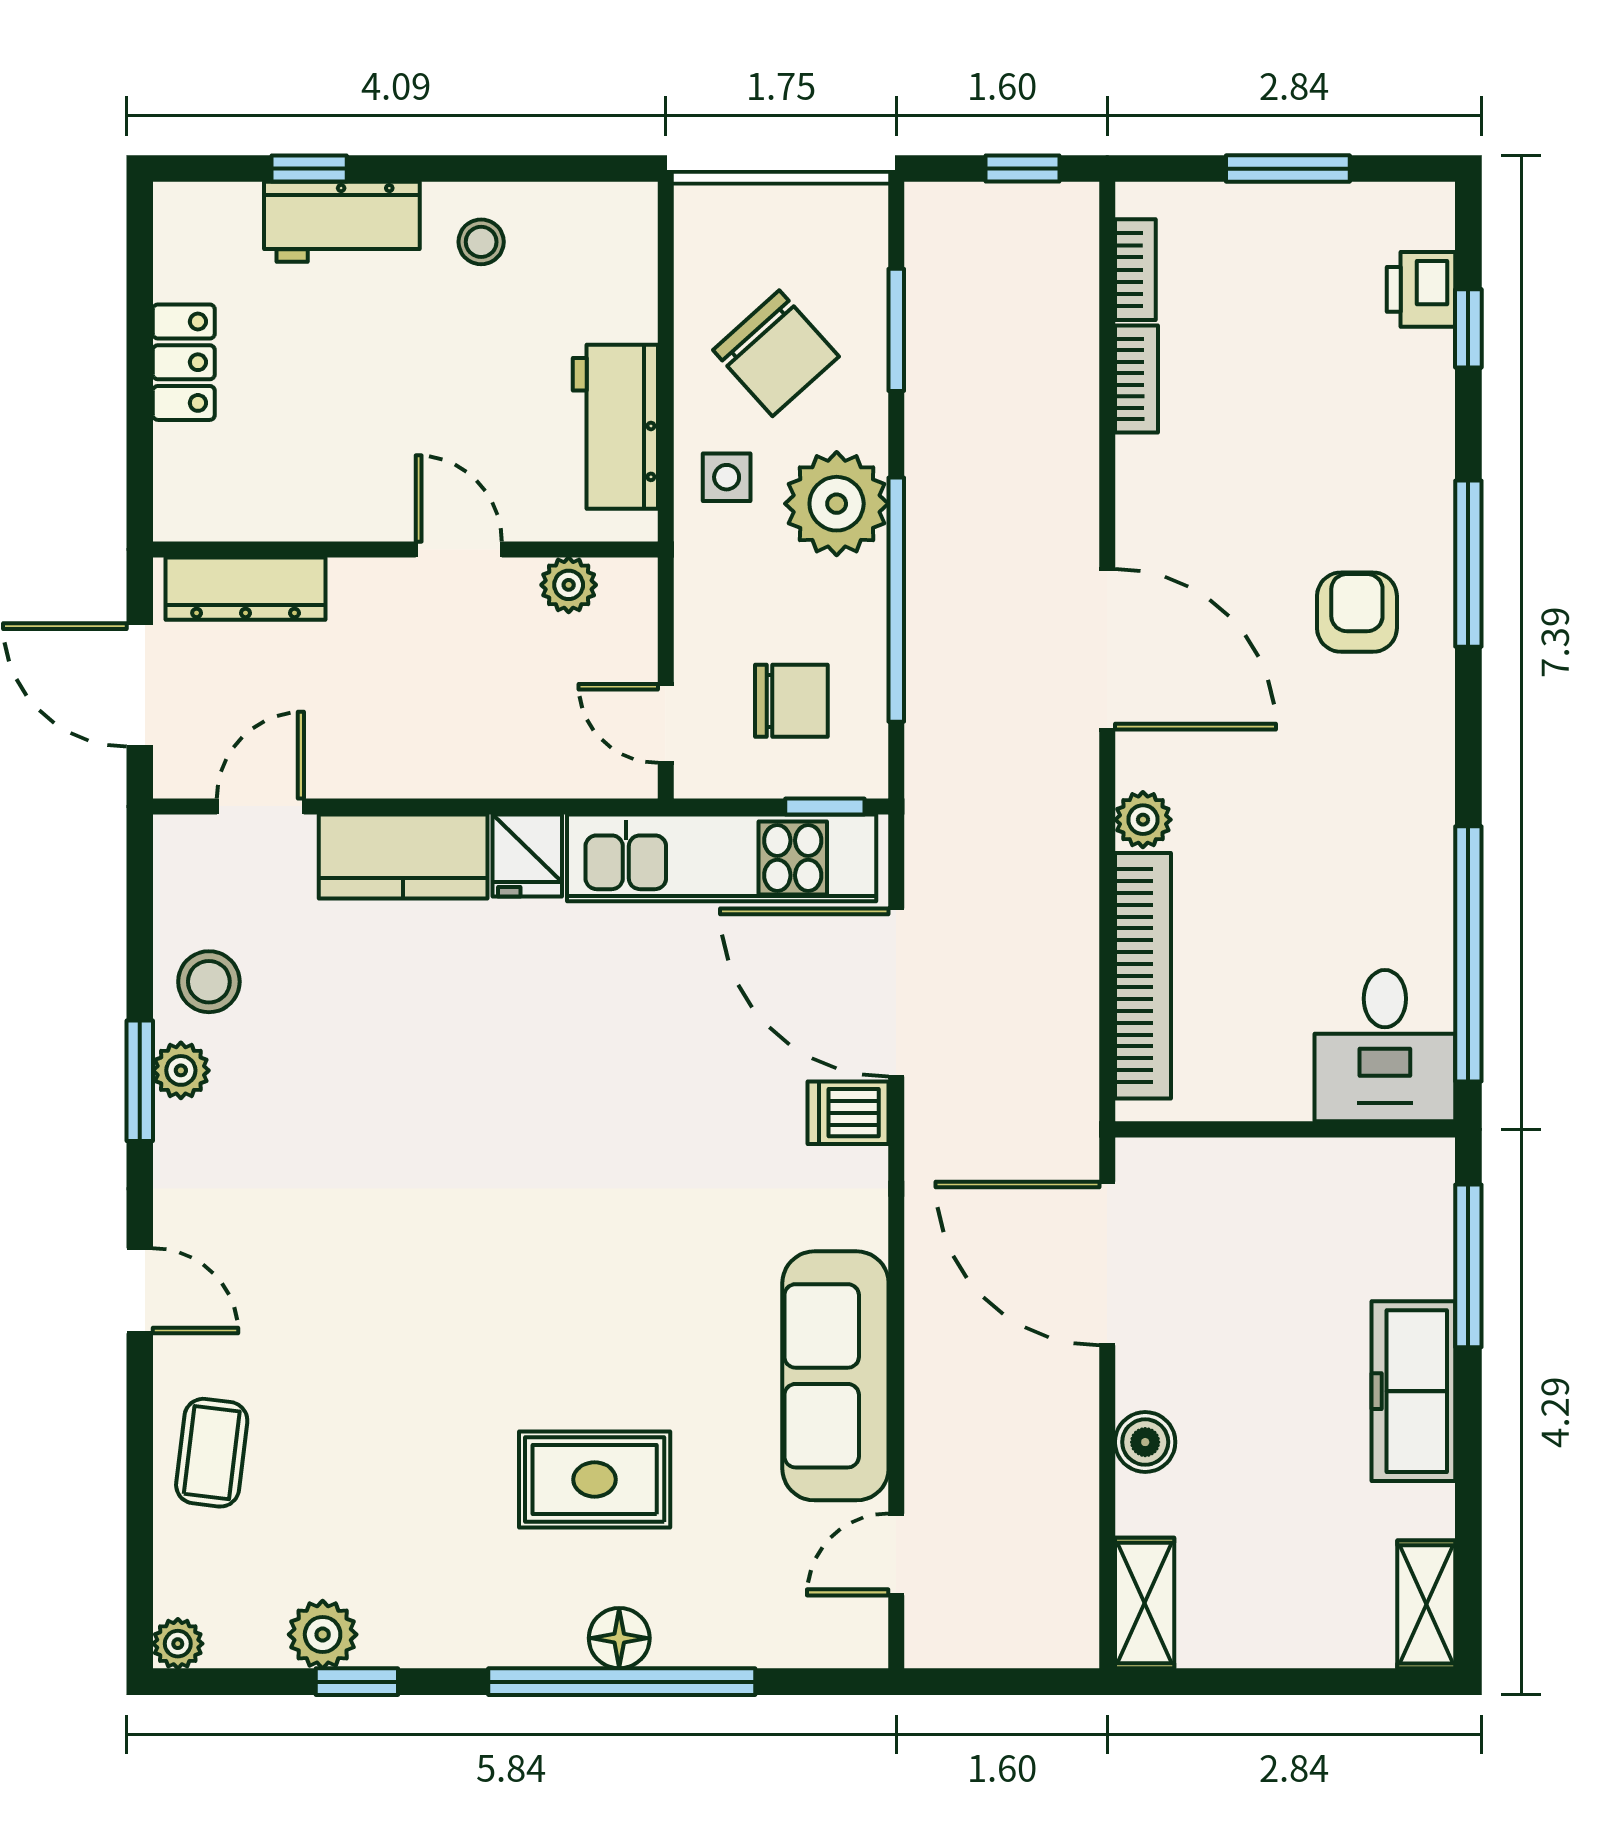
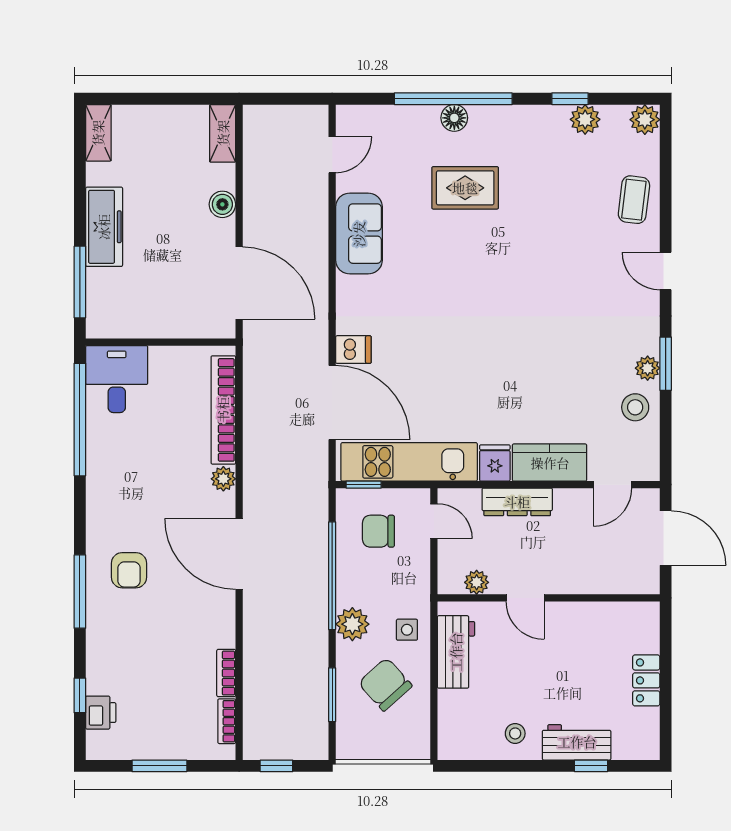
plant: (837, 504) -> (352, 624), width x0.73, depth x0.73
dresser: (246, 589) -> (517, 502), moved, turned 180
sofa: (835, 1376) -> (359, 234), width x0.73
plant: (178, 1644) -> (645, 120), width x1.38, depth x1.38

